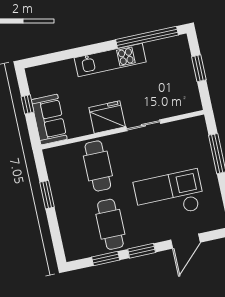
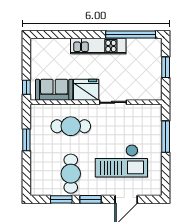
window: (27, 104) -> (26, 87), moved
sofa: (49, 120) -> (54, 90), moved, turned -90
cafe table: (98, 166) -> (71, 126), turned 90
checkout: (169, 195) -> (121, 161), turned 180

